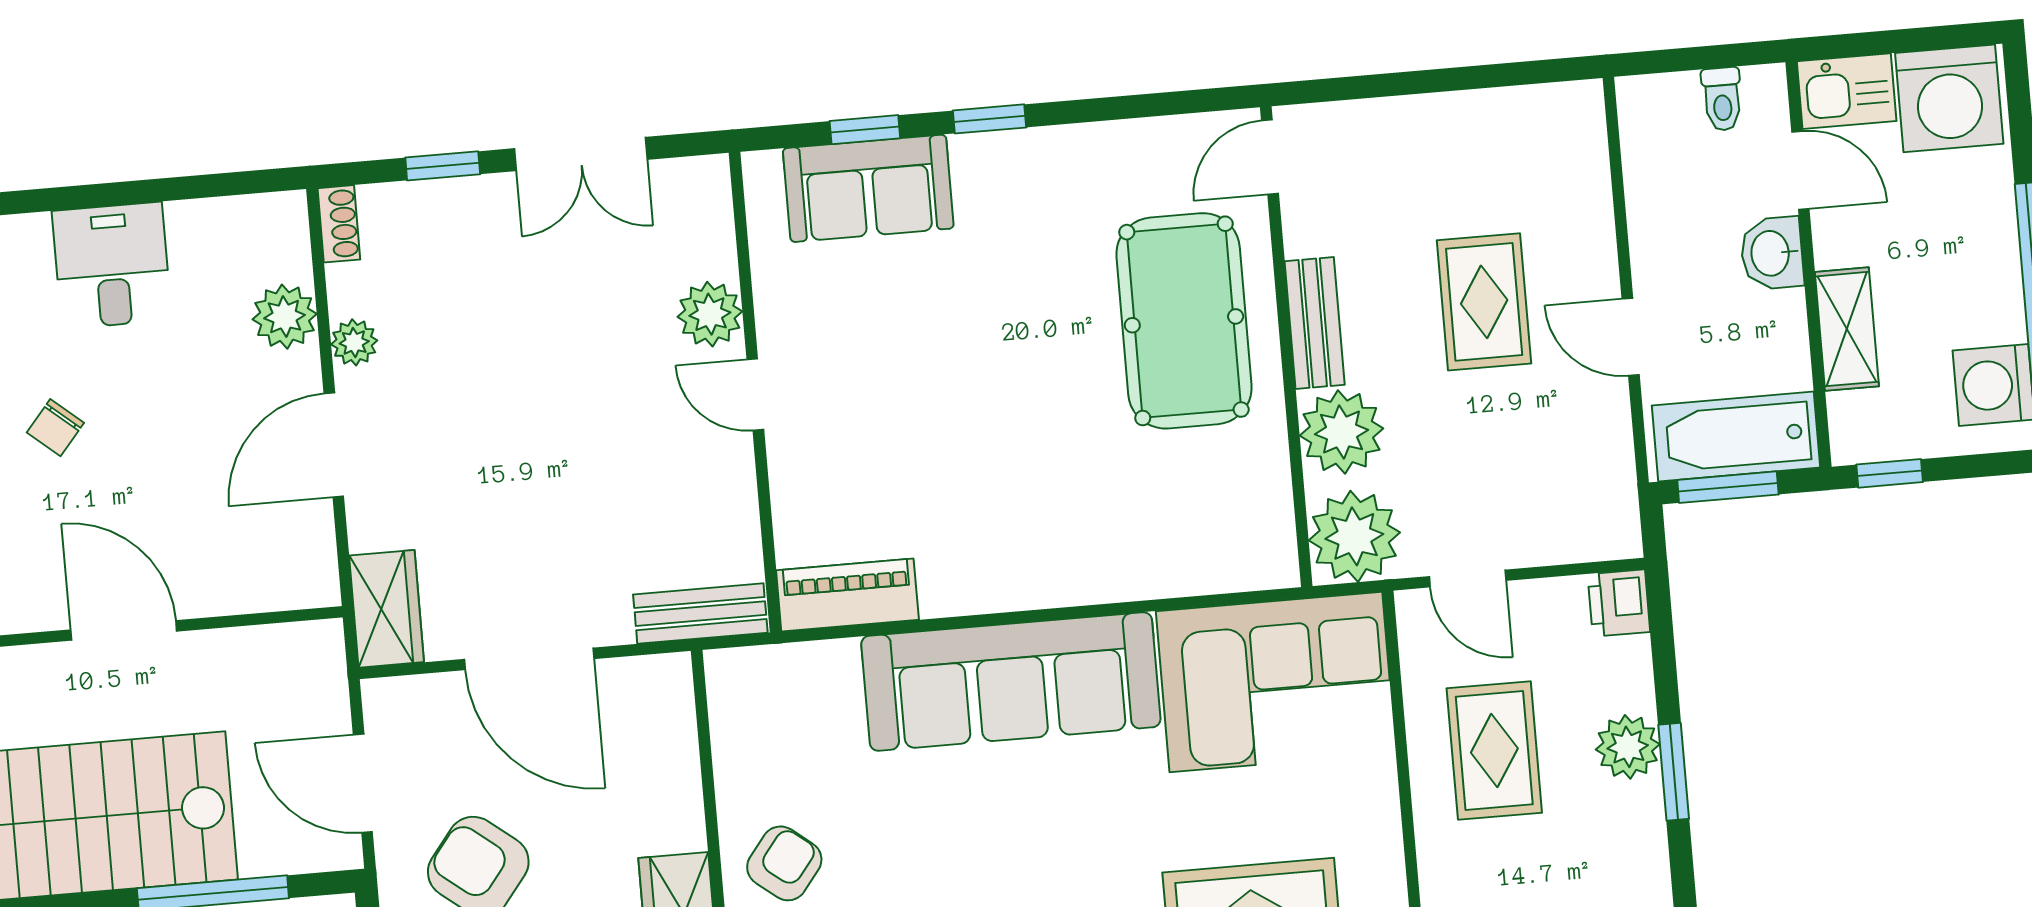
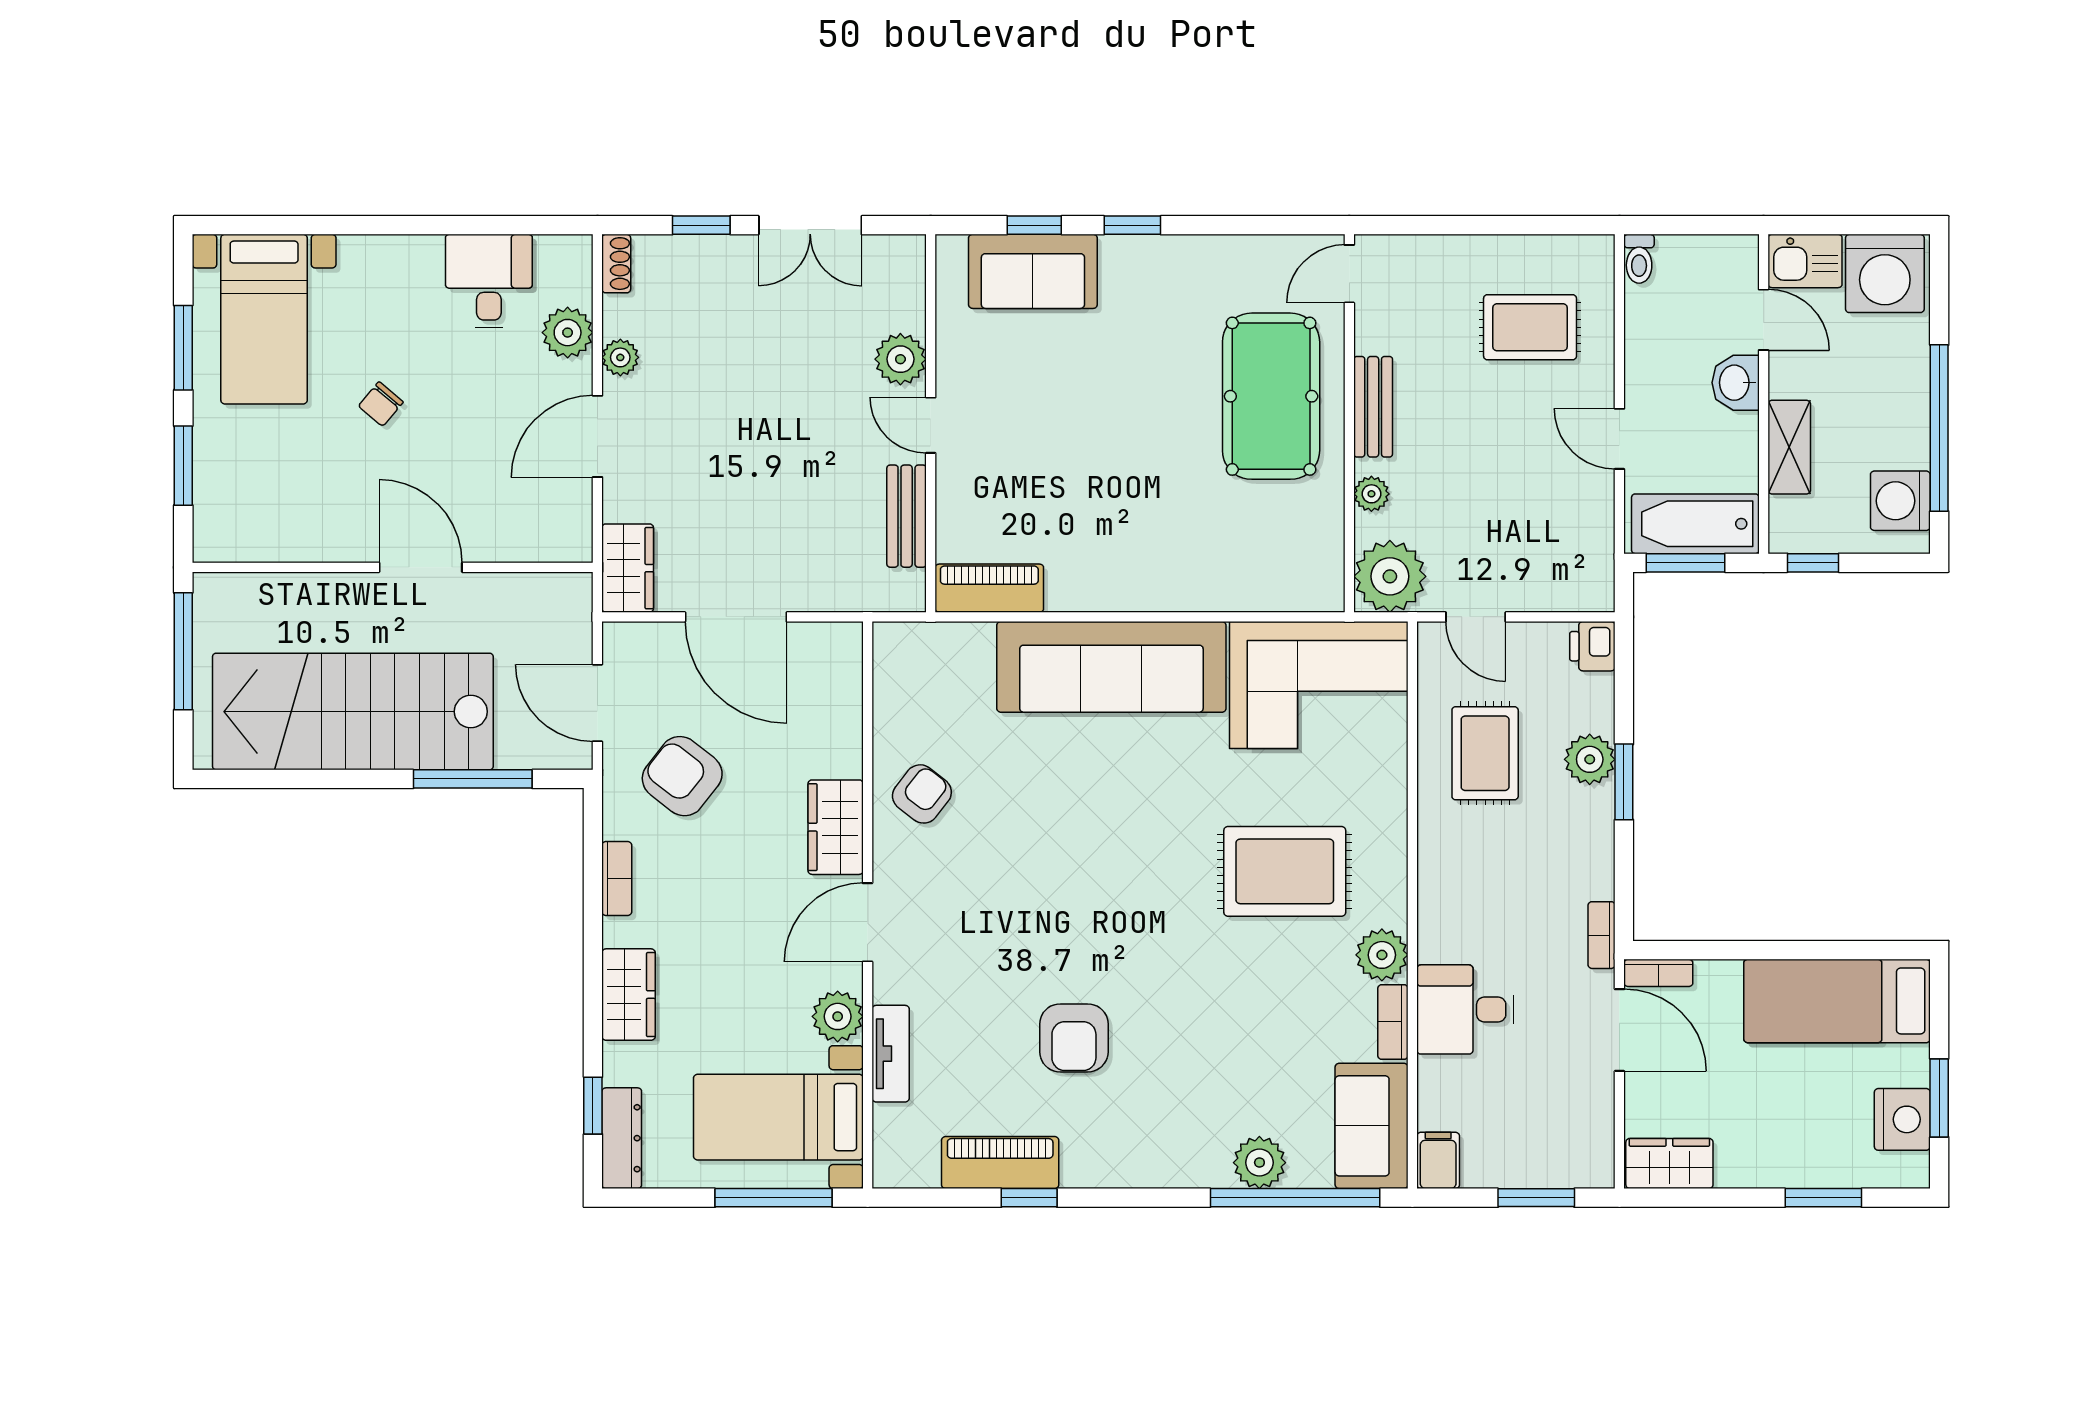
toilet: (1722, 99) -> (1639, 259), moved
desk: (112, 265) -> (489, 281), moved
rug: (1484, 302) -> (1530, 327), moved, turned 90
plant: (1342, 432) -> (1371, 494), width x0.53, depth x0.53
bench: (700, 614) -> (907, 516), moved, turned 90

